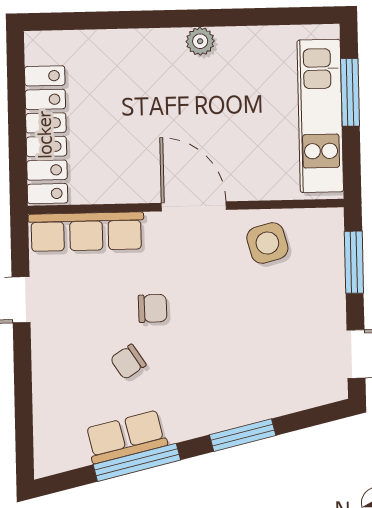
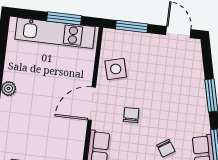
window: (350, 92) -> (64, 18), moved
chair: (153, 308) -> (131, 115), moved

